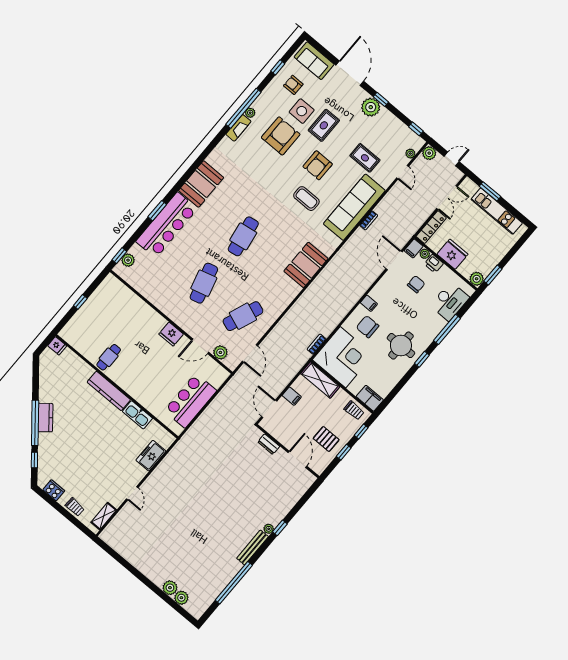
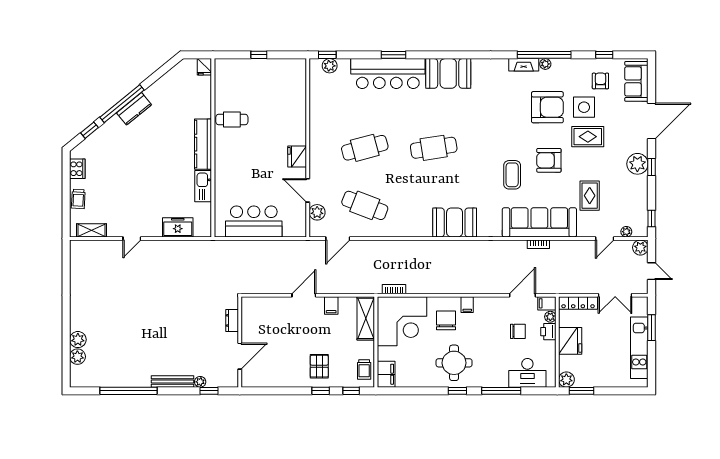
dresser: (269, 444) -> (232, 320), moved
wall: (288, 451) -> (240, 342), moved
door: (297, 459) -> (240, 356), moved

